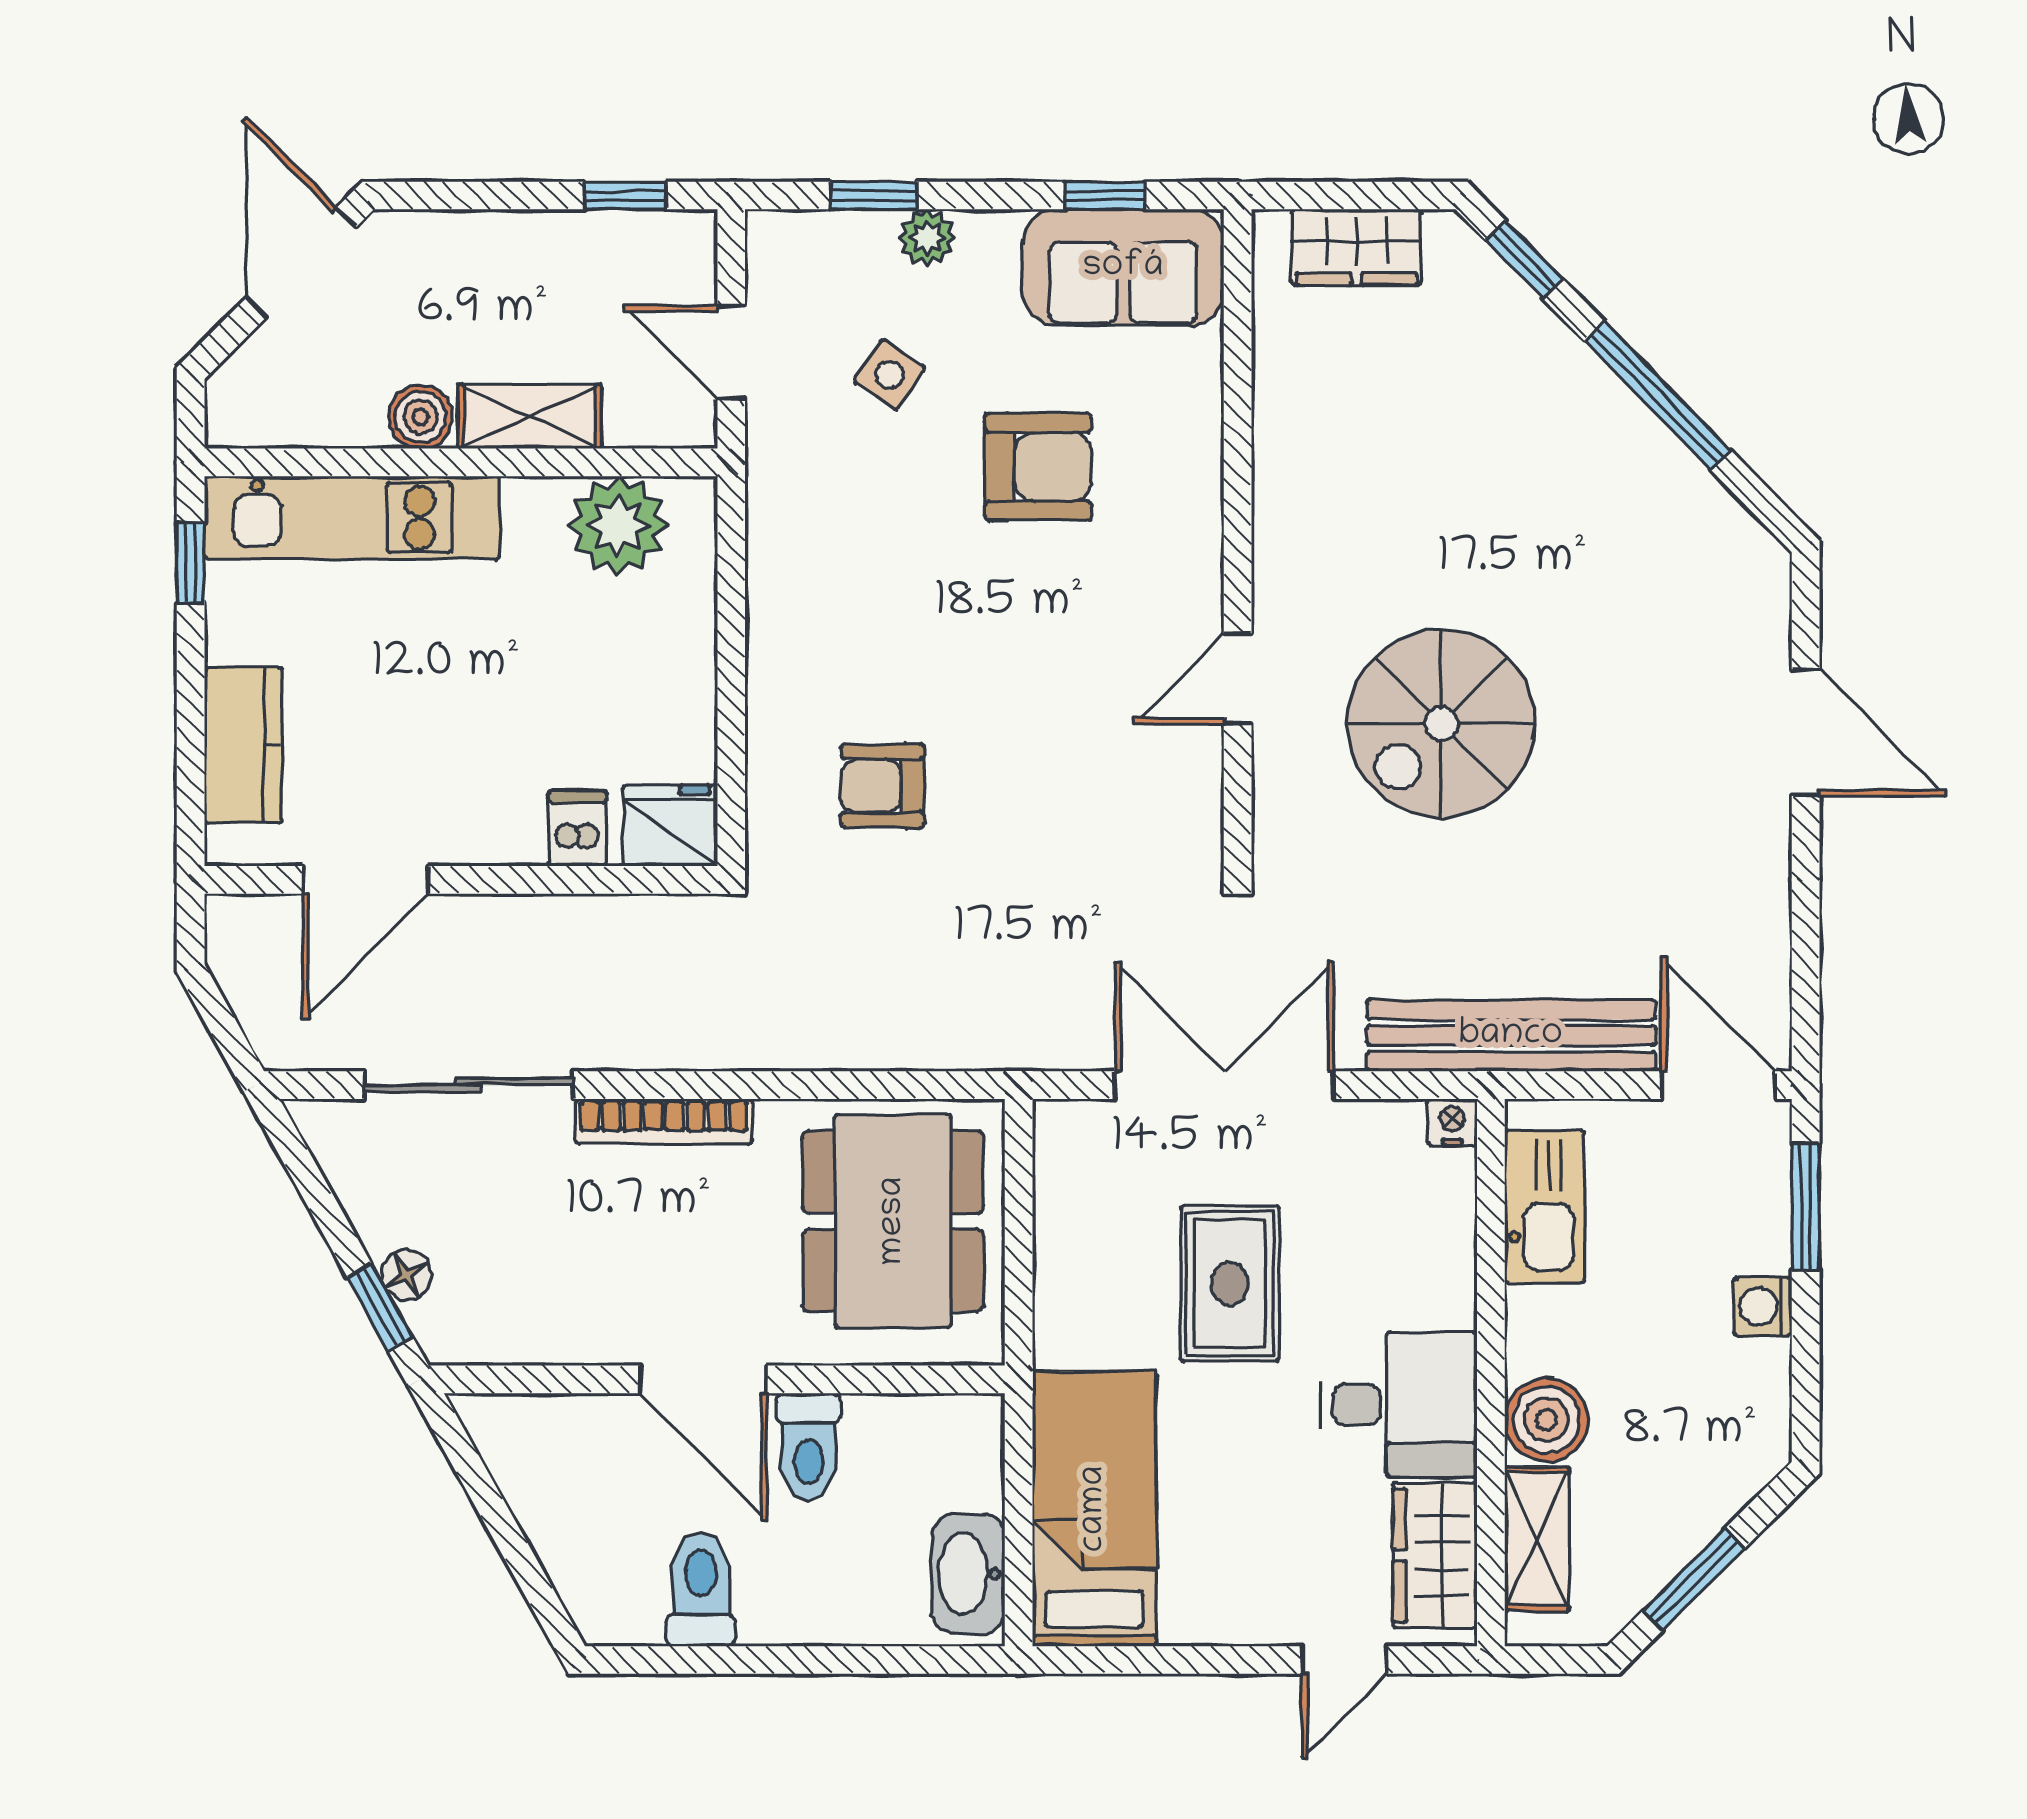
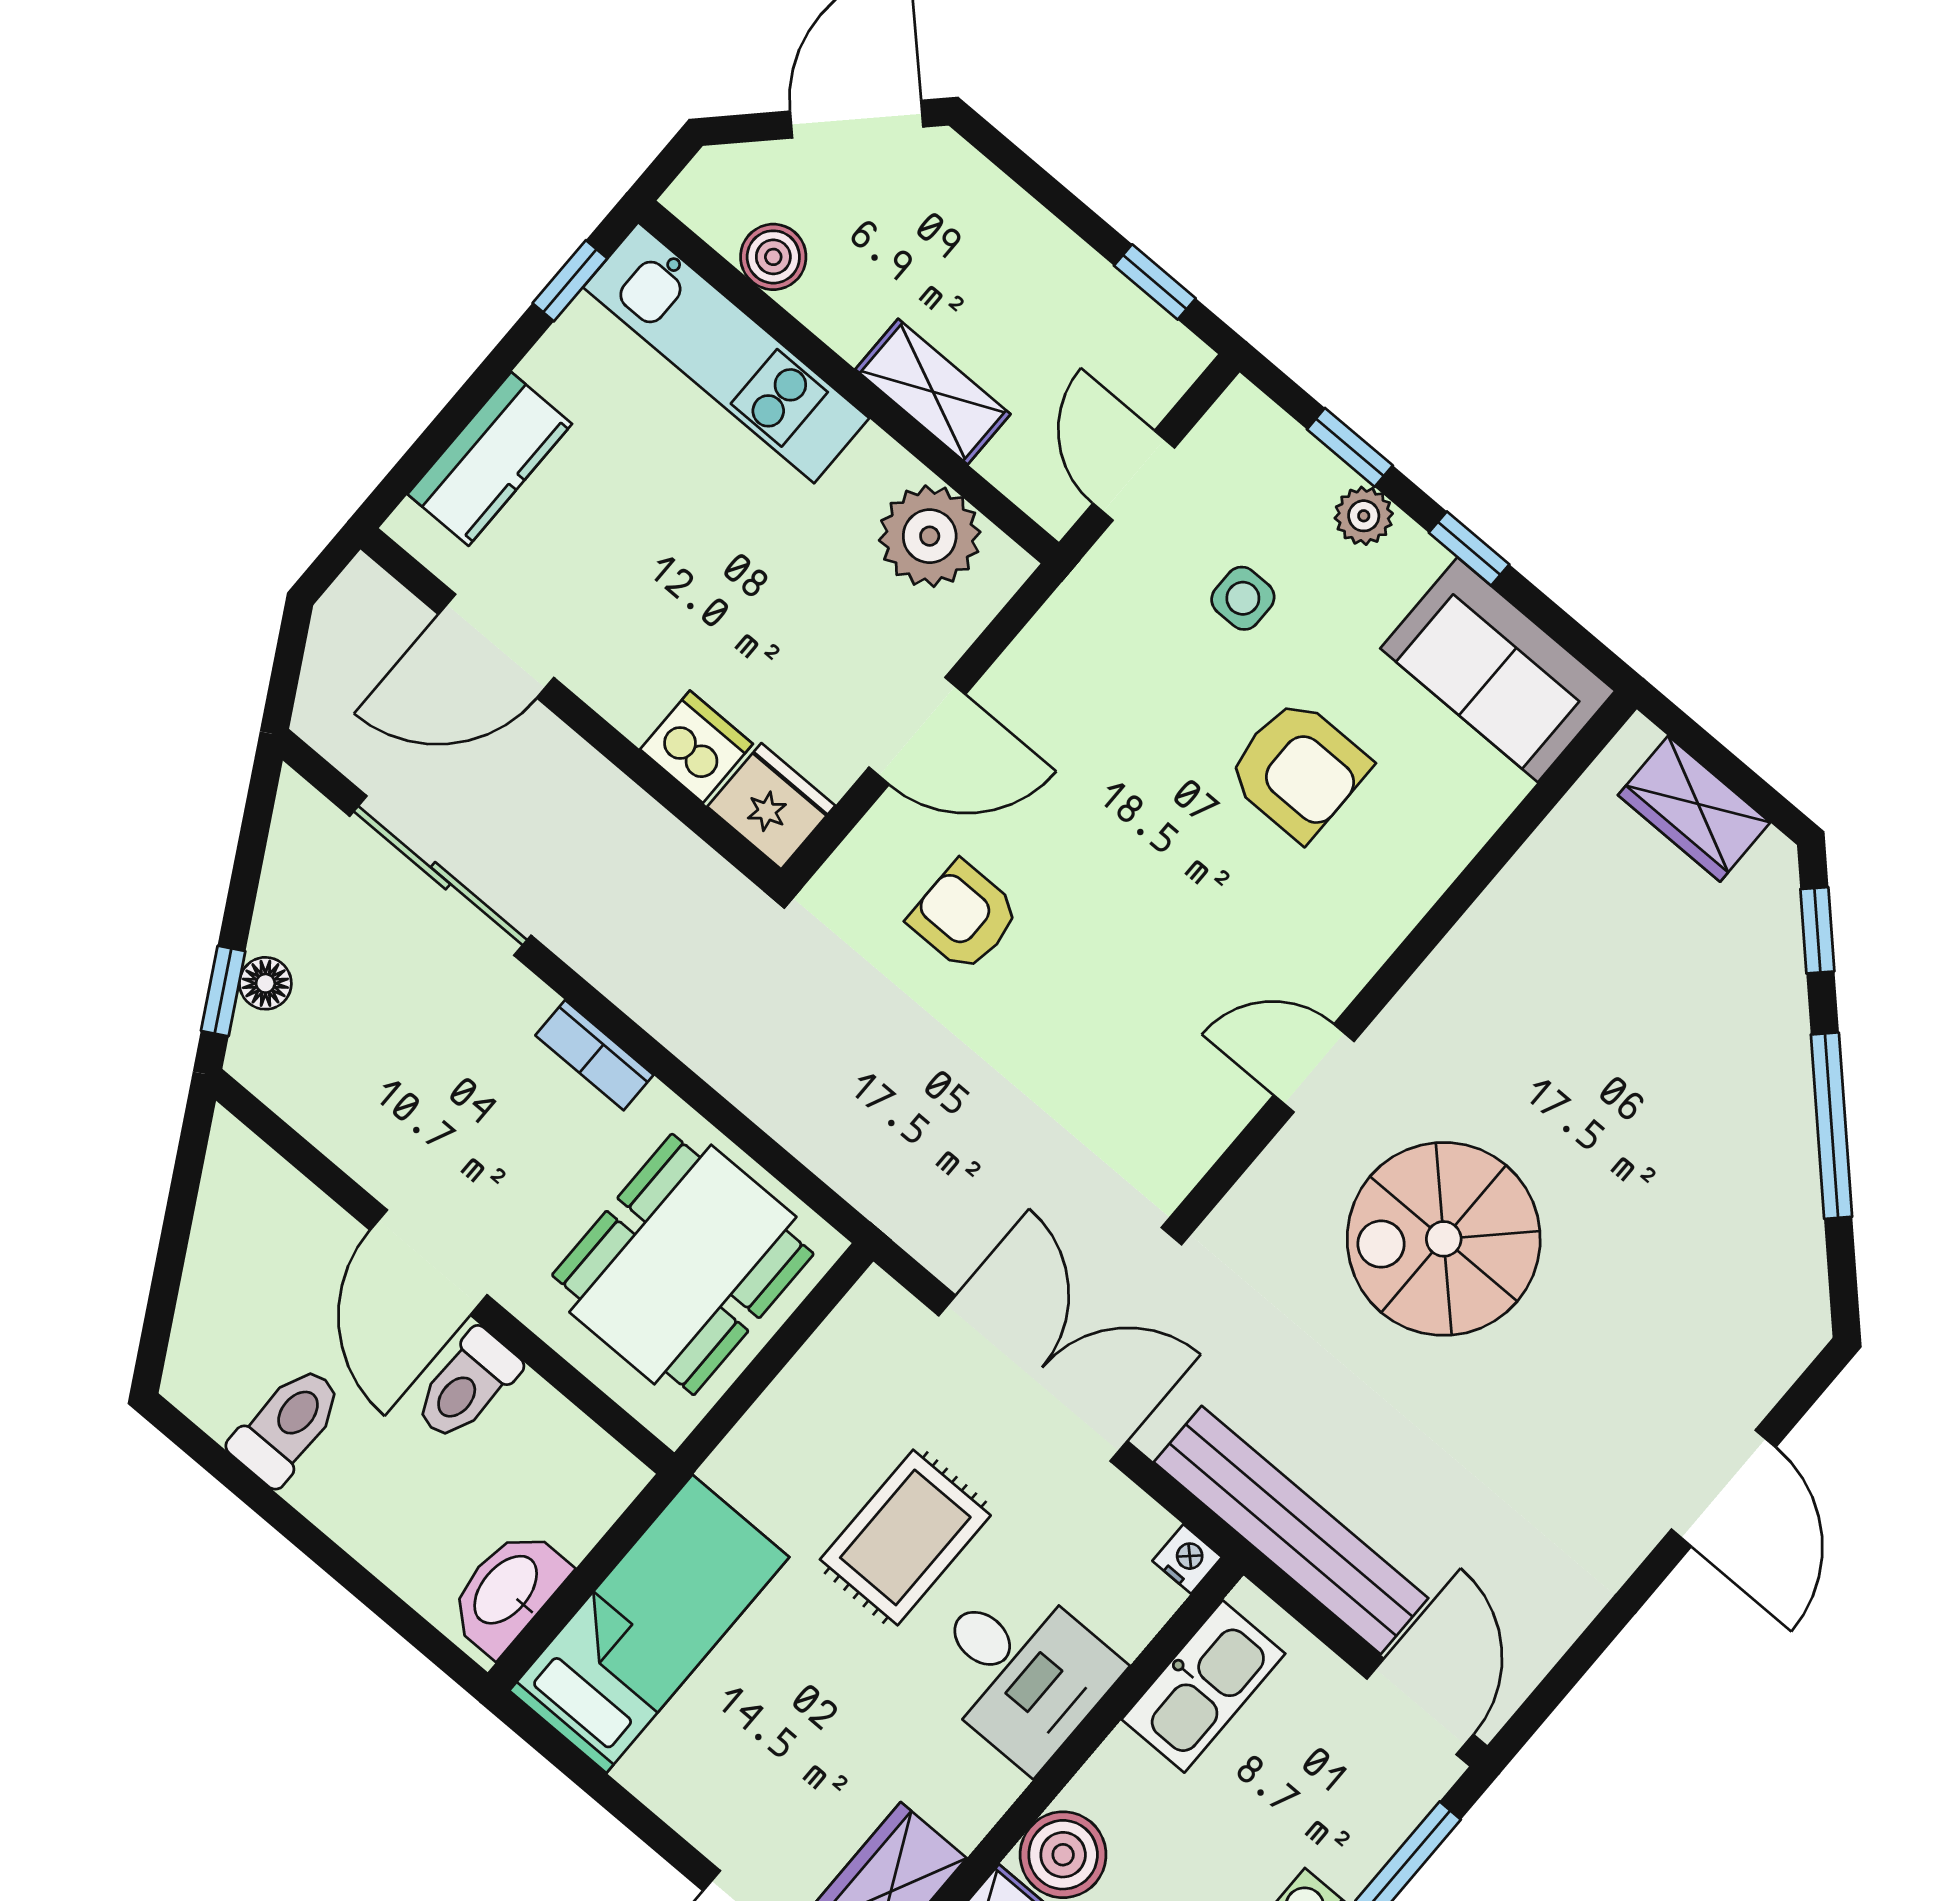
window: (1105, 196) -> (1469, 548), moved
side table: (889, 375) -> (1243, 598), turned -34
boiler: (421, 417) -> (773, 257), moved
door: (731, 678) -> (917, 731), added
dishwasher: (577, 829) -> (696, 747), width x1.38
bookcase: (664, 1121) -> (594, 1055), width x0.64
desk: (1399, 1405) -> (1020, 1671), moved

